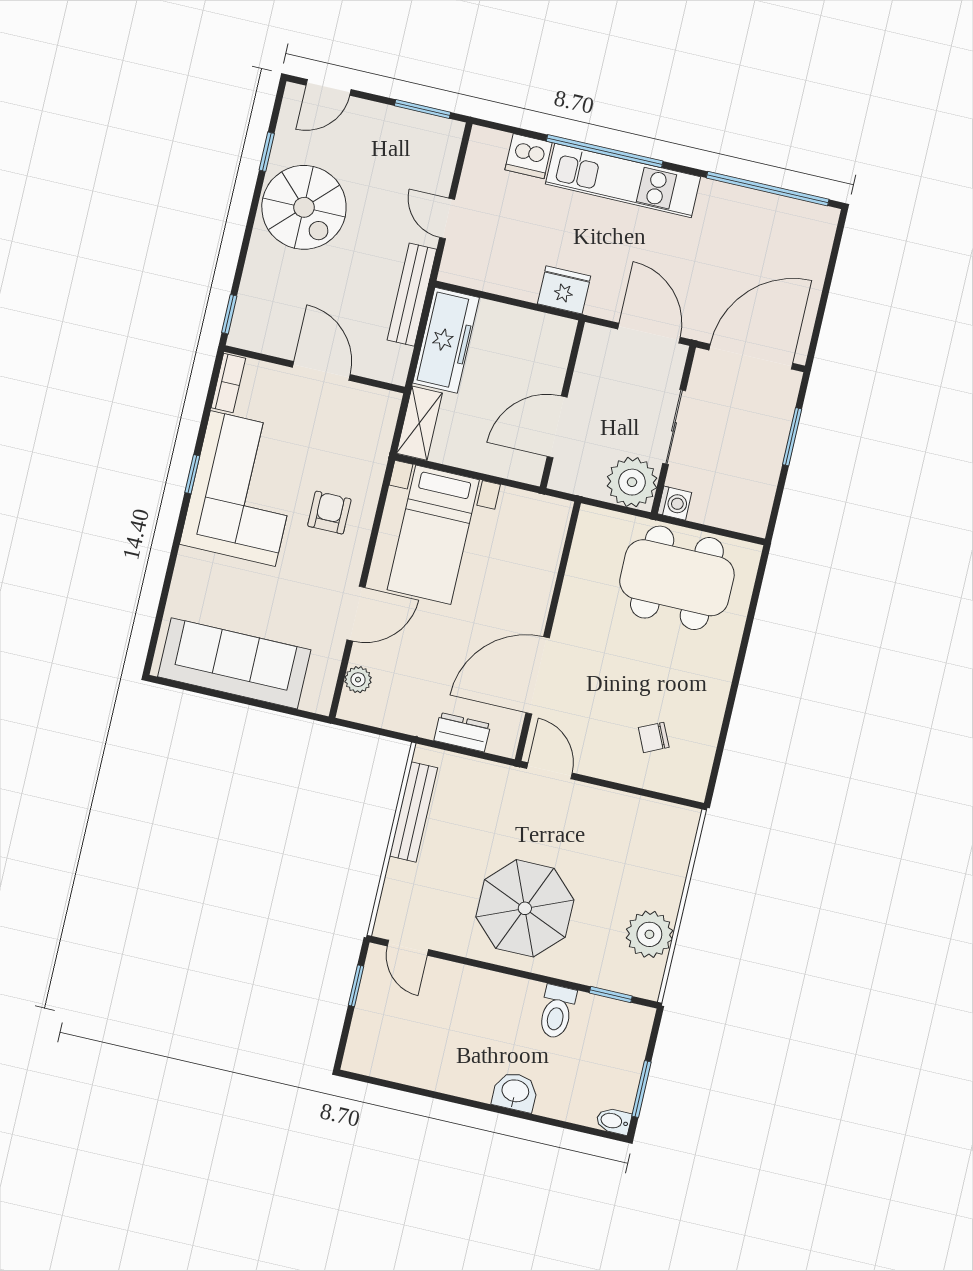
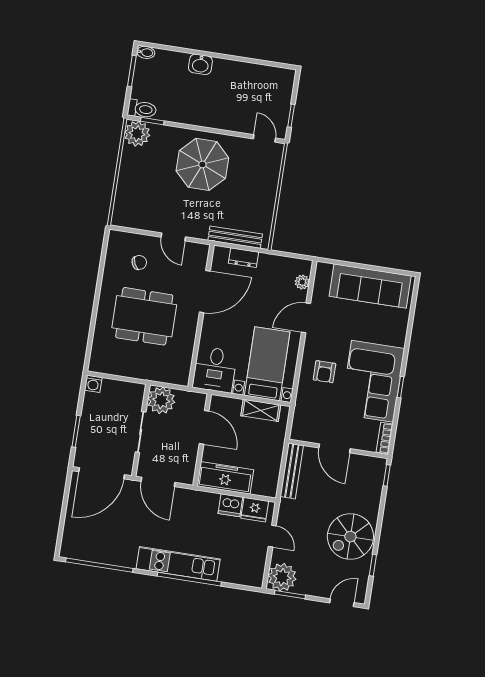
plant: (435, 142) -> (282, 577), added
dishwasher: (529, 156) -> (230, 505), moved, turned 180
spiral stairs: (304, 207) -> (350, 537), turned -90
fridge: (564, 290) -> (255, 510), moved
bench: (412, 295) -> (292, 471), moved
freezer: (446, 340) -> (225, 478), moved, turned 90
shelving: (419, 423) -> (261, 410), moved, turned 90
door: (557, 427) -> (204, 427), hinge flipped
washing machine: (675, 503) -> (93, 384), moved, turned -90
desk: (530, 531) -> (215, 370), added
dining table: (677, 578) -> (144, 316), moved
door: (549, 771) -> (173, 237), moved
bench: (414, 812) -> (235, 237), moved, turned 90
plant: (649, 934) -> (137, 134), moved
toilet: (557, 1012) -> (142, 109), moved, turned 90

